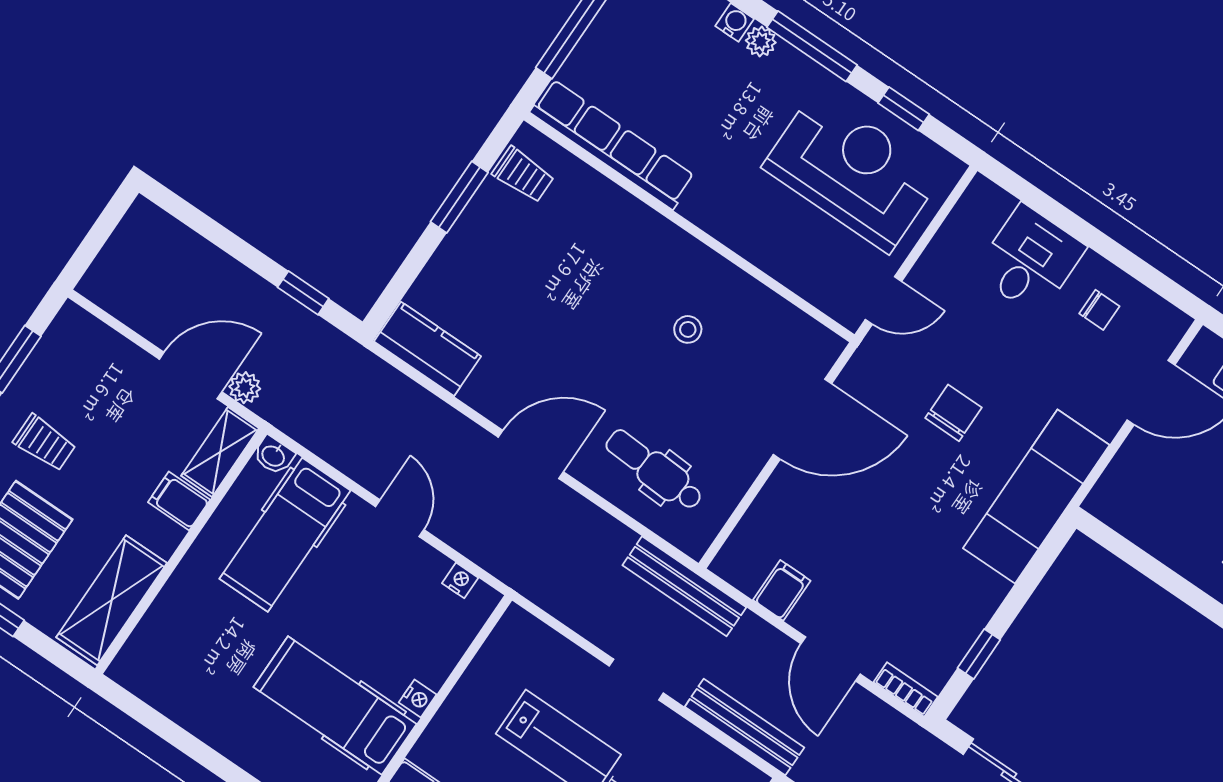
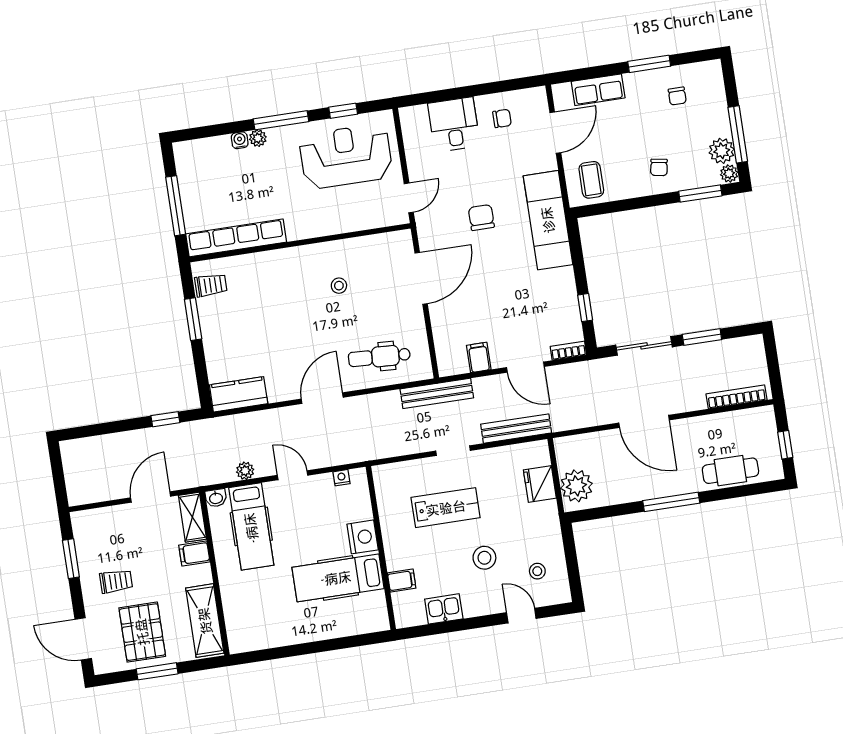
plant: (245, 388) -> (245, 471), moved
coffee table: (1141, 497) -> (591, 180), added
nightstand: (418, 699) -> (363, 537), width x1.89, depth x1.79

